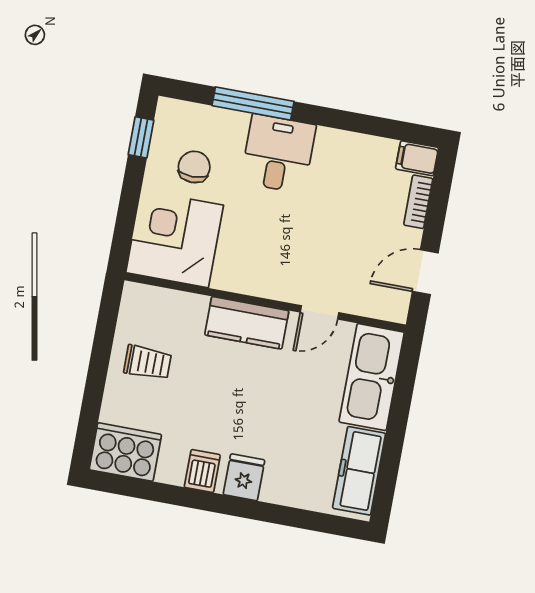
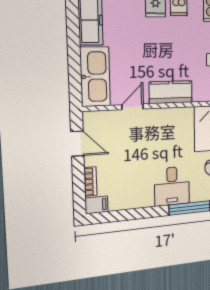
door: (425, 272) -> (77, 144), hinge flipped

